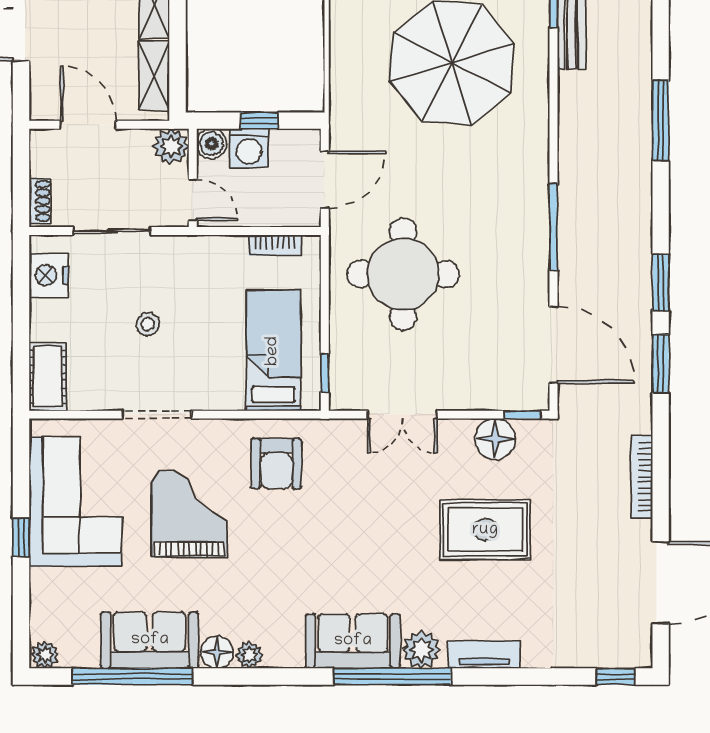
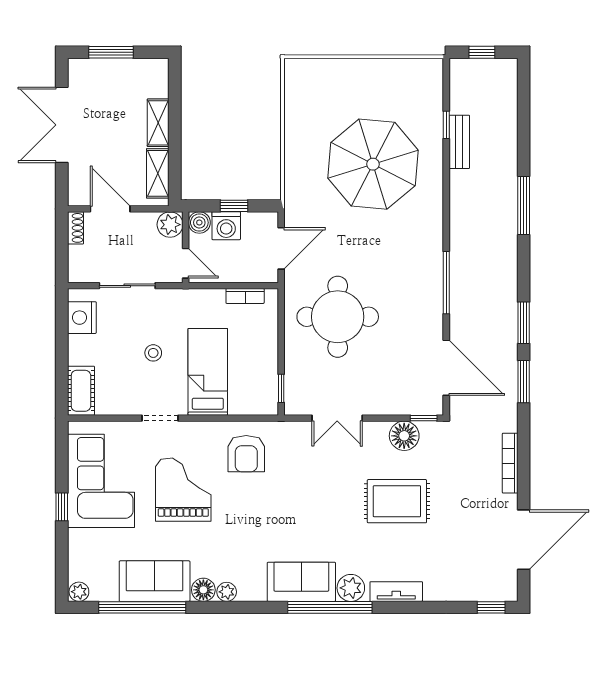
shoe rack: (40, 201) -> (75, 228), moved
bed: (273, 351) -> (208, 372), moved
doorway: (157, 415) -> (160, 418), width x0.73

